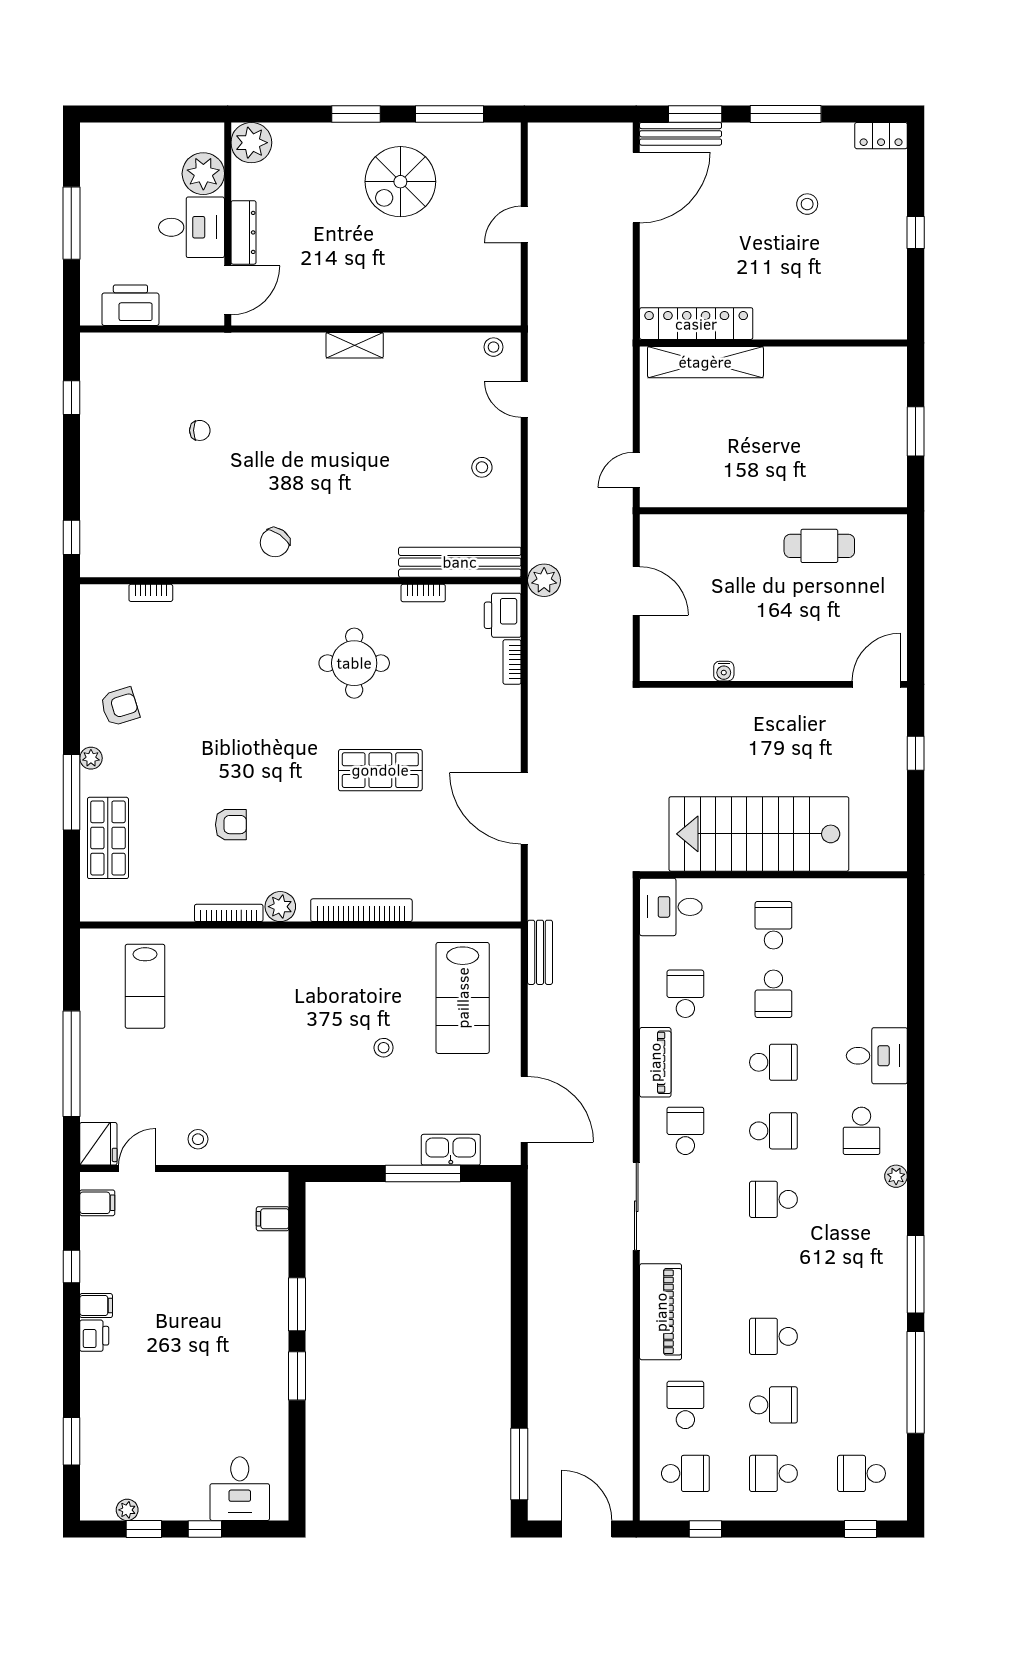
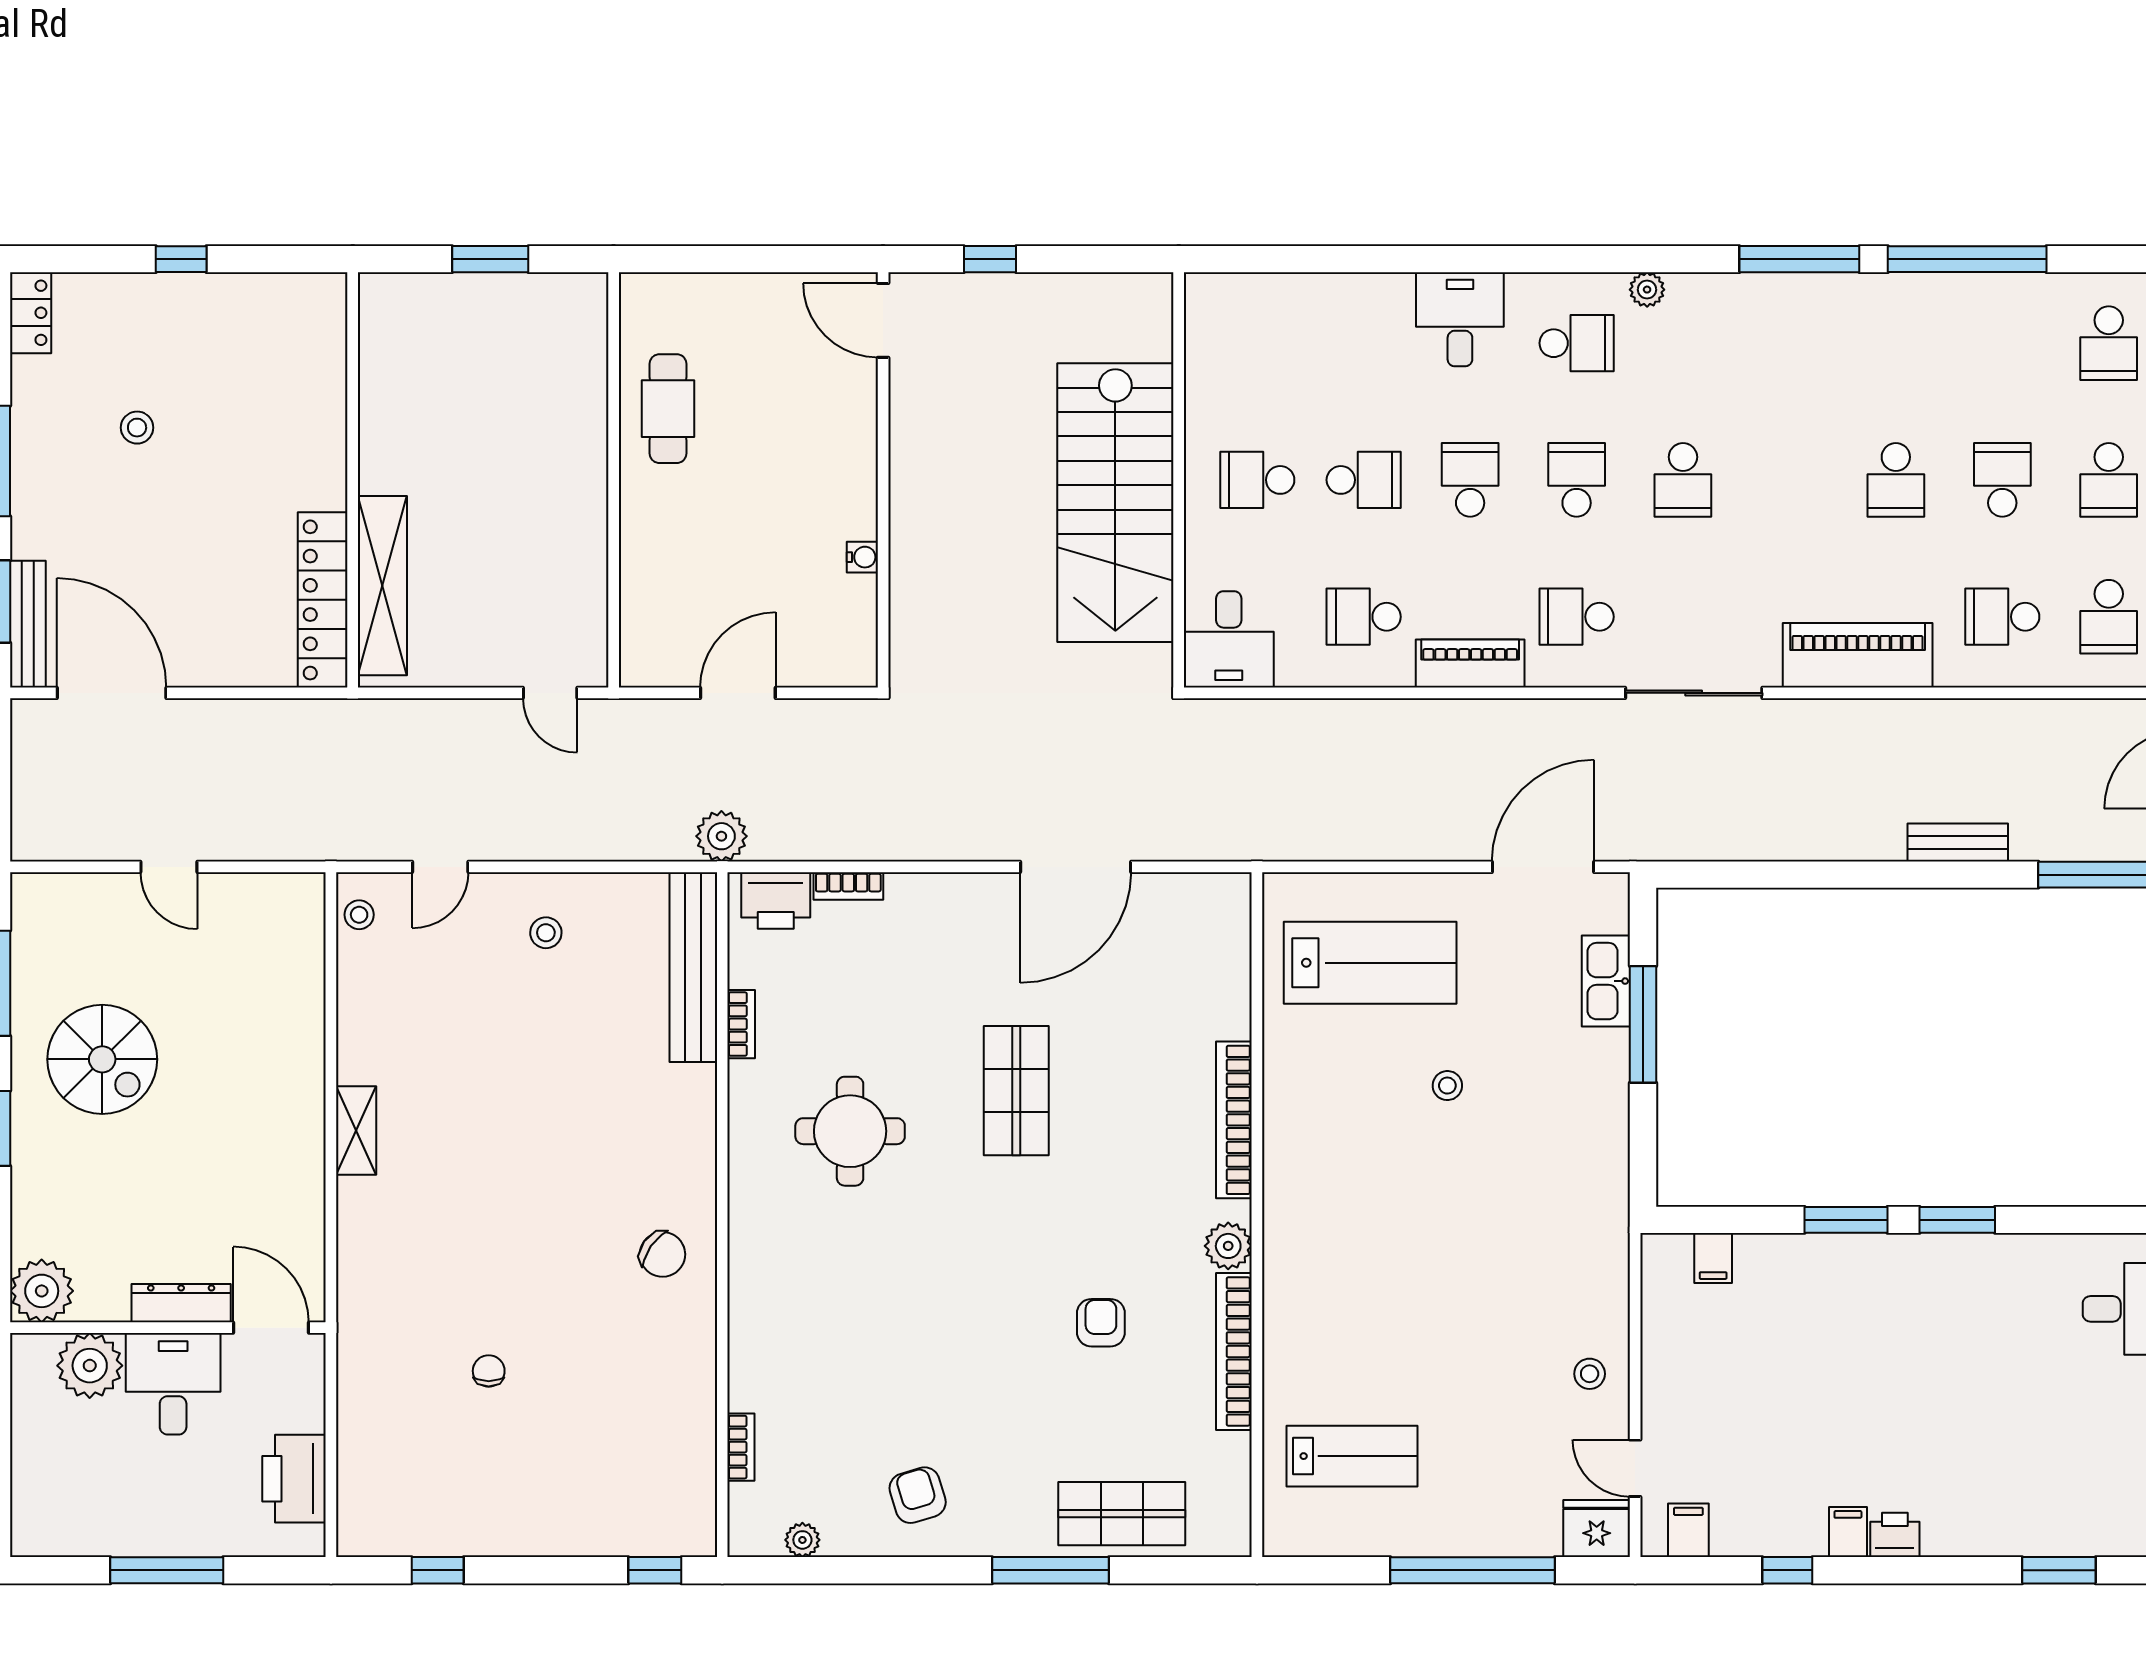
plant: (91, 758) -> (802, 1540), moved
bookcase: (229, 913) -> (1234, 1352), width x1.48, depth x1.31
bench: (540, 952) -> (1958, 842), moved
school desk: (685, 1473) -> (2109, 617), turned 180

